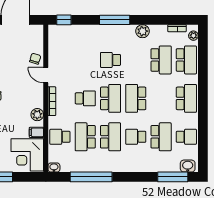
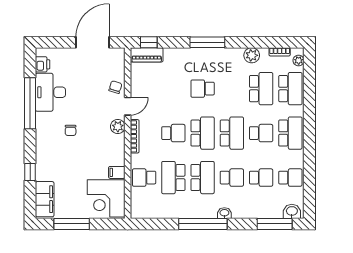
piano: (62, 31) -> (147, 55), added
plant: (143, 31) -> (252, 55), moved
door: (46, 75) -> (128, 106), swing flipped
school desk: (136, 98) -> (232, 133), turned 180
school desk: (161, 98) -> (261, 133), added
plant: (37, 115) -> (118, 127), moved
school desk: (136, 137) -> (232, 178), turned 180
school desk: (161, 137) -> (261, 178), width x0.54
washbasin: (54, 168) -> (224, 213), moved
window: (91, 177) -> (203, 224), moved

